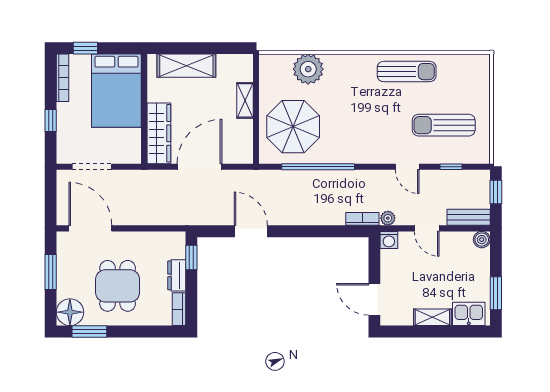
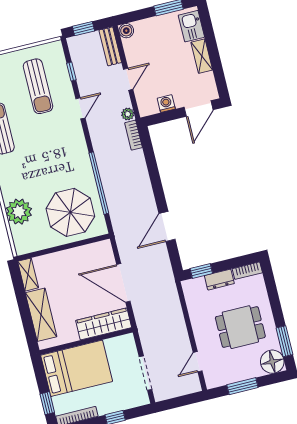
shelving: (245, 100) -> (28, 275), moved, turned 90
door: (90, 228) -> (198, 362), width x0.53
washing machine: (389, 240) -> (166, 104), moved, turned -90

